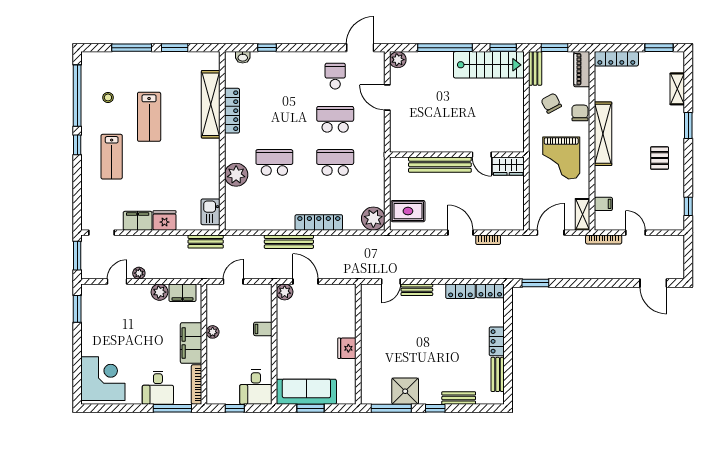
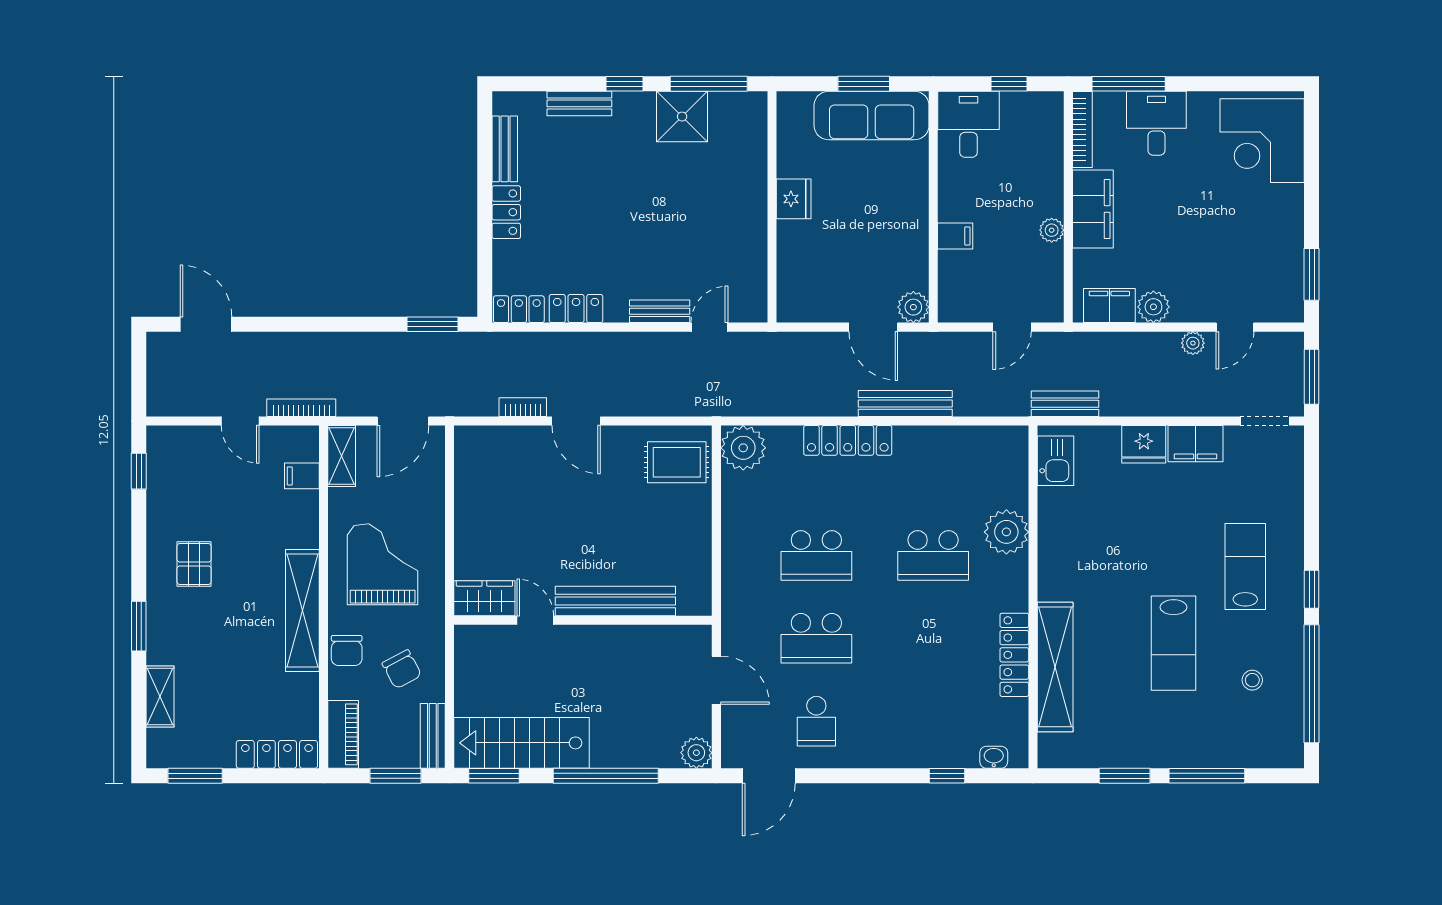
lab bench: (149, 117) -> (1173, 643), turned 180
wall: (457, 155) -> (583, 620), moved
door: (482, 155) -> (535, 620), moved
bench: (440, 165) -> (615, 601), moved
wardrobe: (508, 166) -> (484, 598), moved

